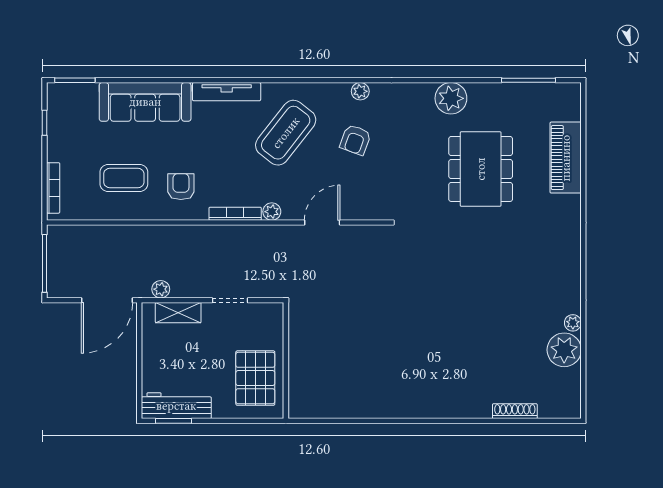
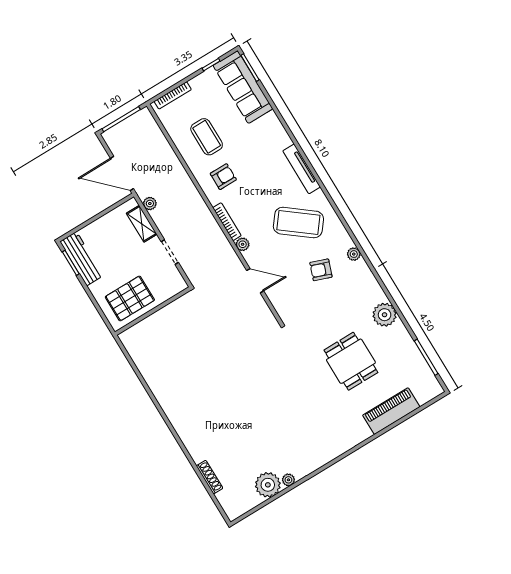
sofa: (145, 102) -> (243, 87), moved
dining table: (481, 169) -> (351, 361), width x0.73

